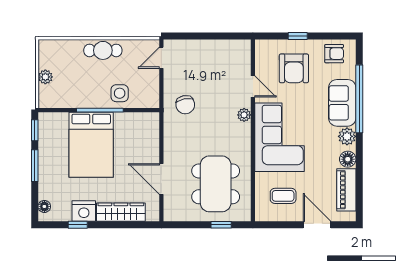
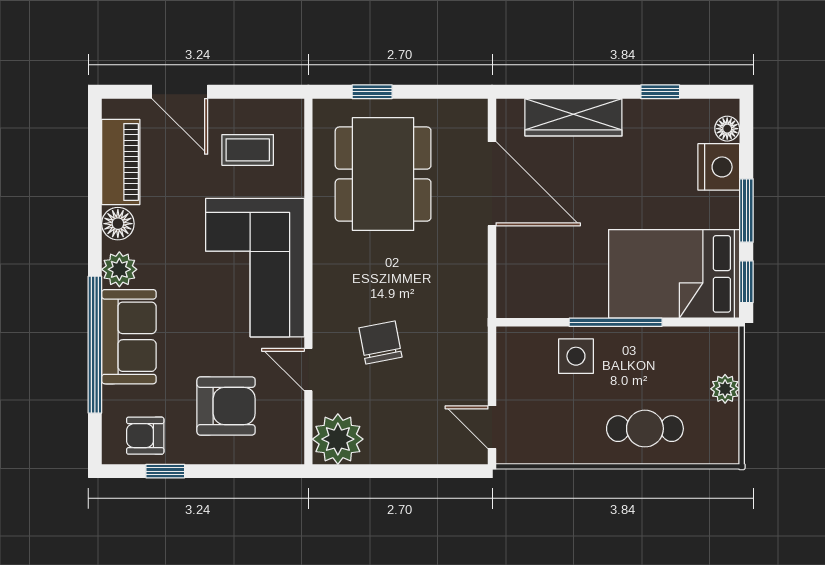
window: (298, 36) -> (165, 471), moved
cafe table: (103, 50) -> (645, 429), moved
door: (161, 58) -> (492, 427), swing flipped
armchair: (294, 68) -> (226, 406), turned 90
chair: (185, 105) -> (380, 342), moved
plant: (244, 115) -> (338, 439), moved, width x1.88, depth x1.88
bed: (91, 145) -> (674, 274), moved, turned -90
door: (161, 179) -> (492, 184), width x1.36
nightstand: (84, 211) -> (719, 167), moved, turned 90

